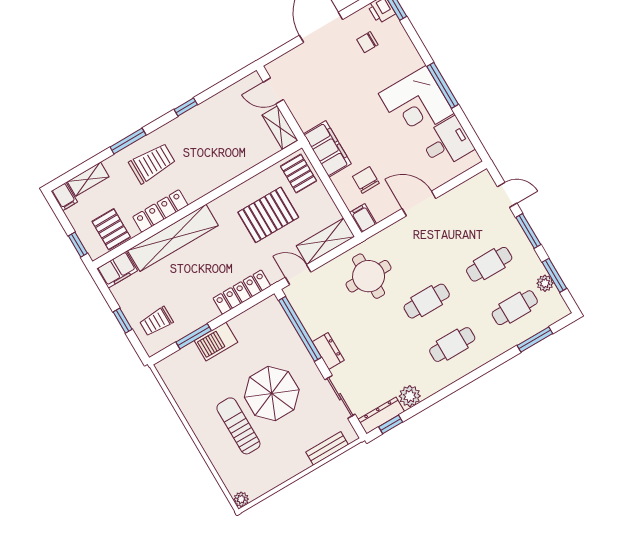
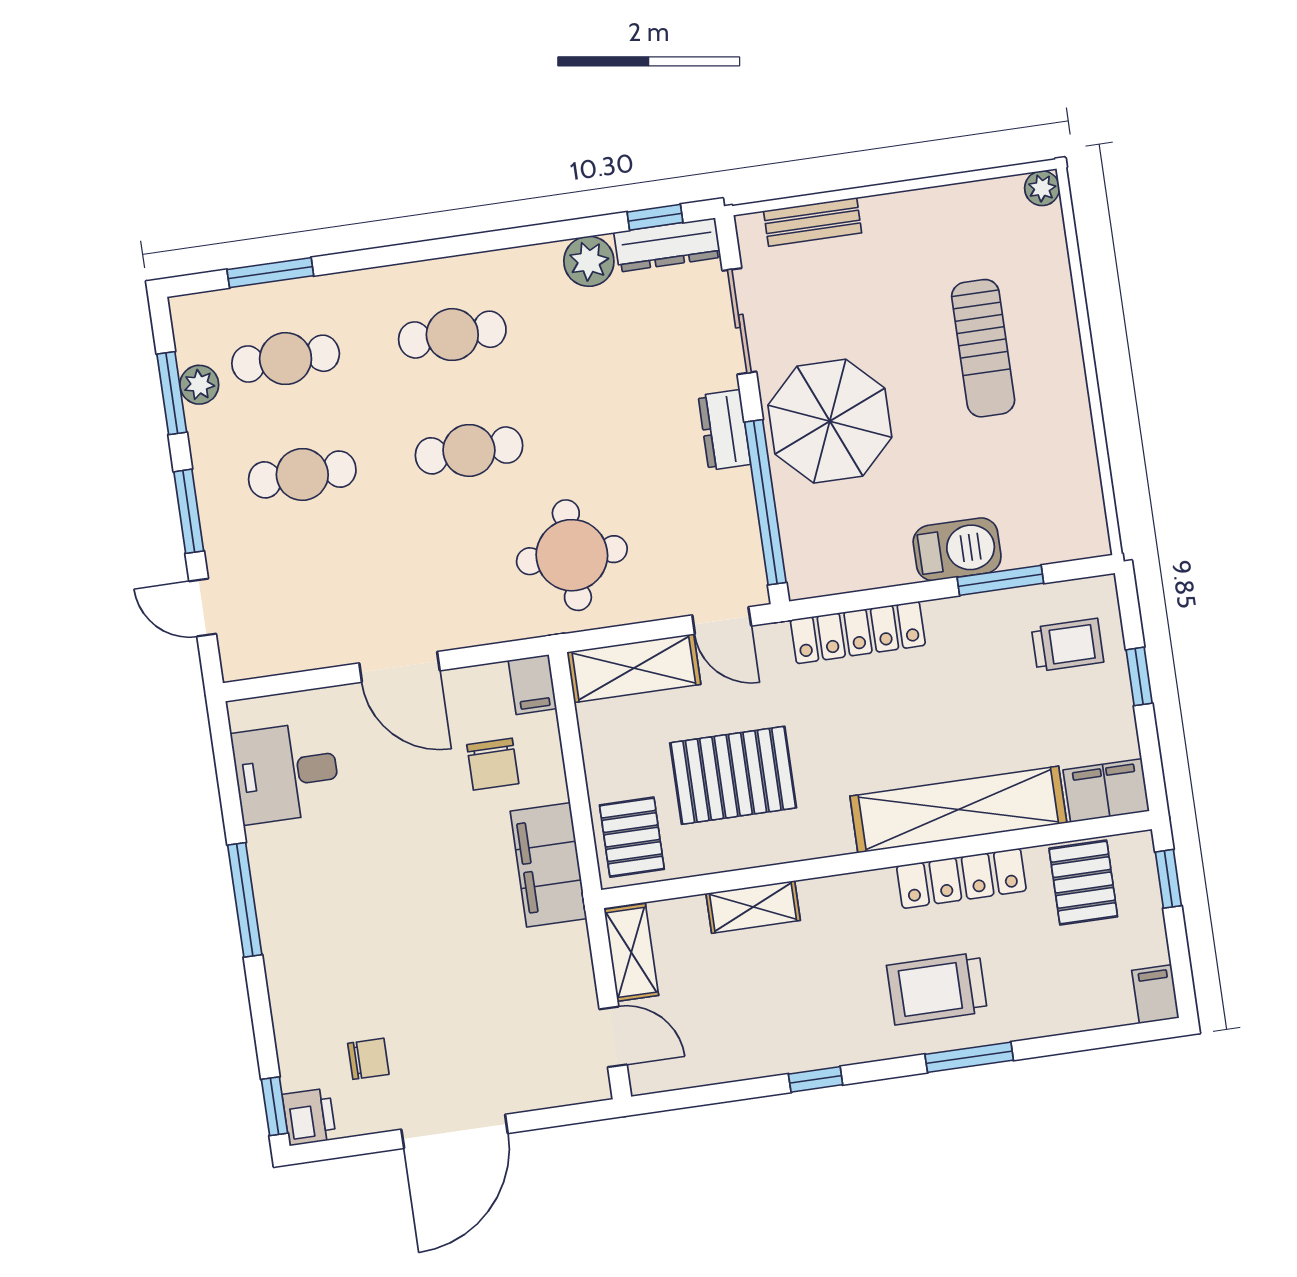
corner desk: (416, 103) -> (317, 884), removed
shelving: (88, 179) -> (753, 907), moved
parasol: (272, 393) -> (830, 421), moved

